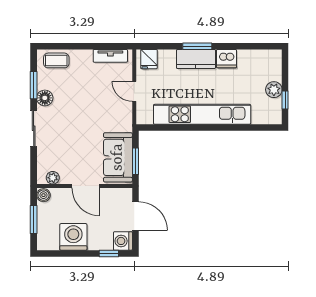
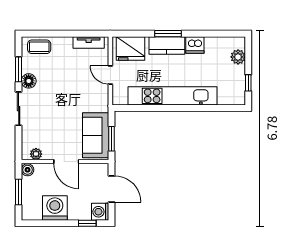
fridge: (149, 59) -> (131, 48), width x1.88, depth x1.34
plant: (274, 90) -> (238, 57), moved

